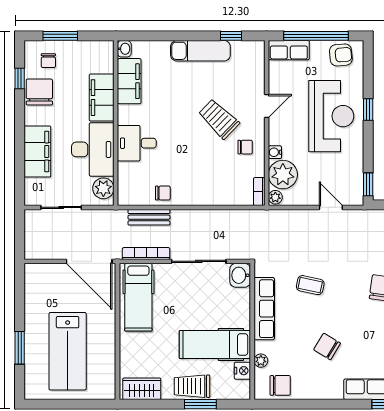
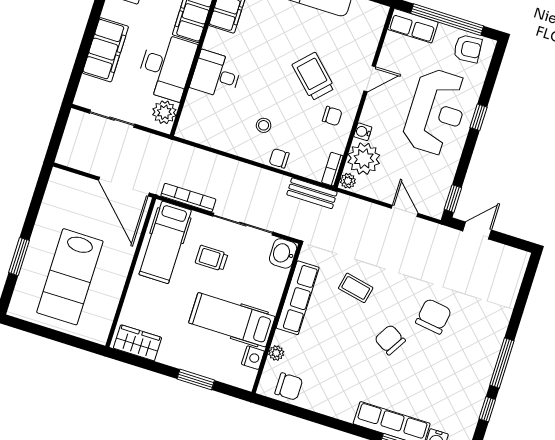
stool: (190, 173) -> (264, 125), added
chair: (163, 193) -> (279, 158), moved, turned 180
bench: (149, 217) -> (312, 193), moved
chair: (327, 346) -> (390, 340), moved
trolley: (192, 386) -> (212, 258), moved, width x0.73, depth x0.72

